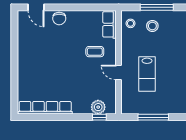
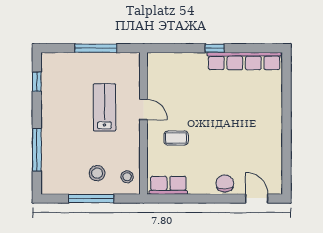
row of seats: (109, 24) -> (168, 185), moved, turned -90
plant: (98, 107) -> (171, 62), removed
window: (99, 117) -> (215, 48), moved

